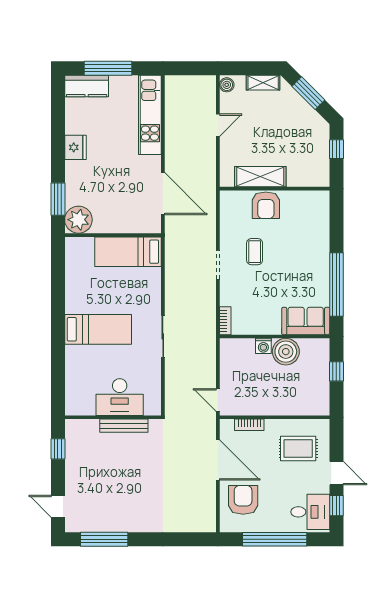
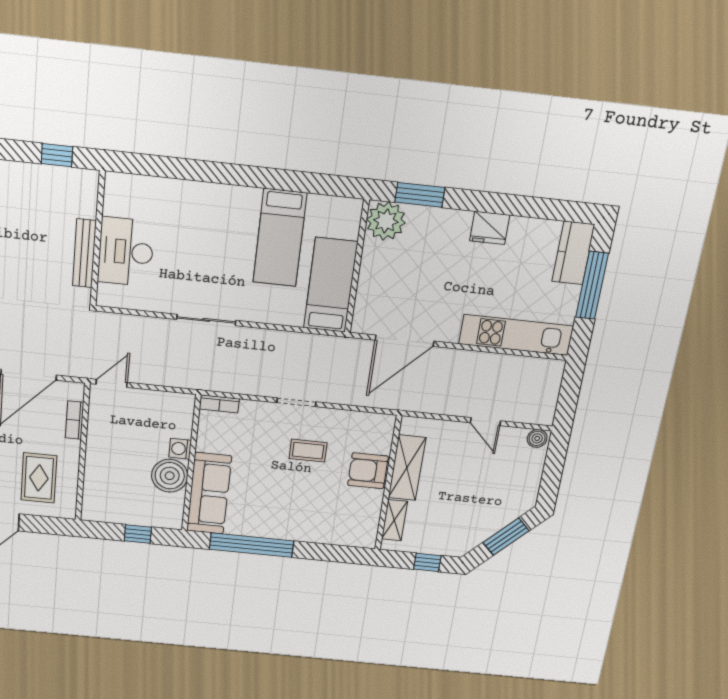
shelving: (263, 83) -> (394, 520), moved
sofa: (306, 321) -> (209, 494), width x1.36
bed: (98, 329) -> (280, 238), moved

